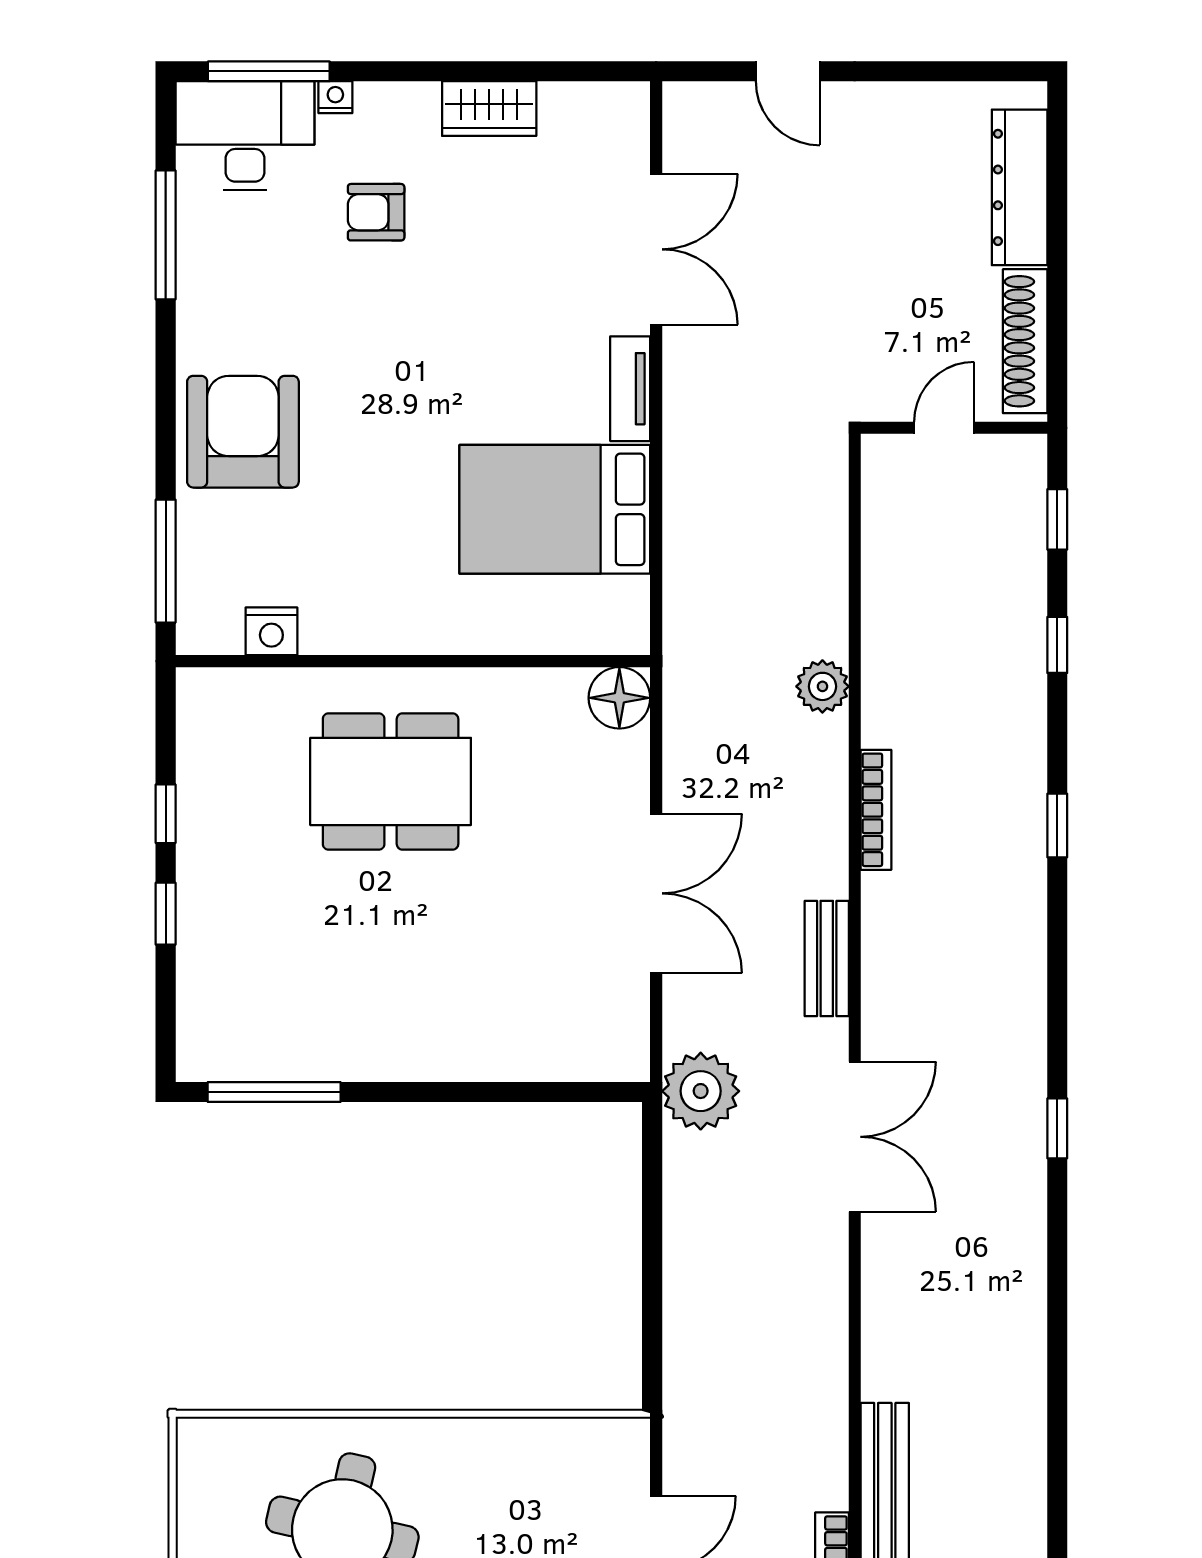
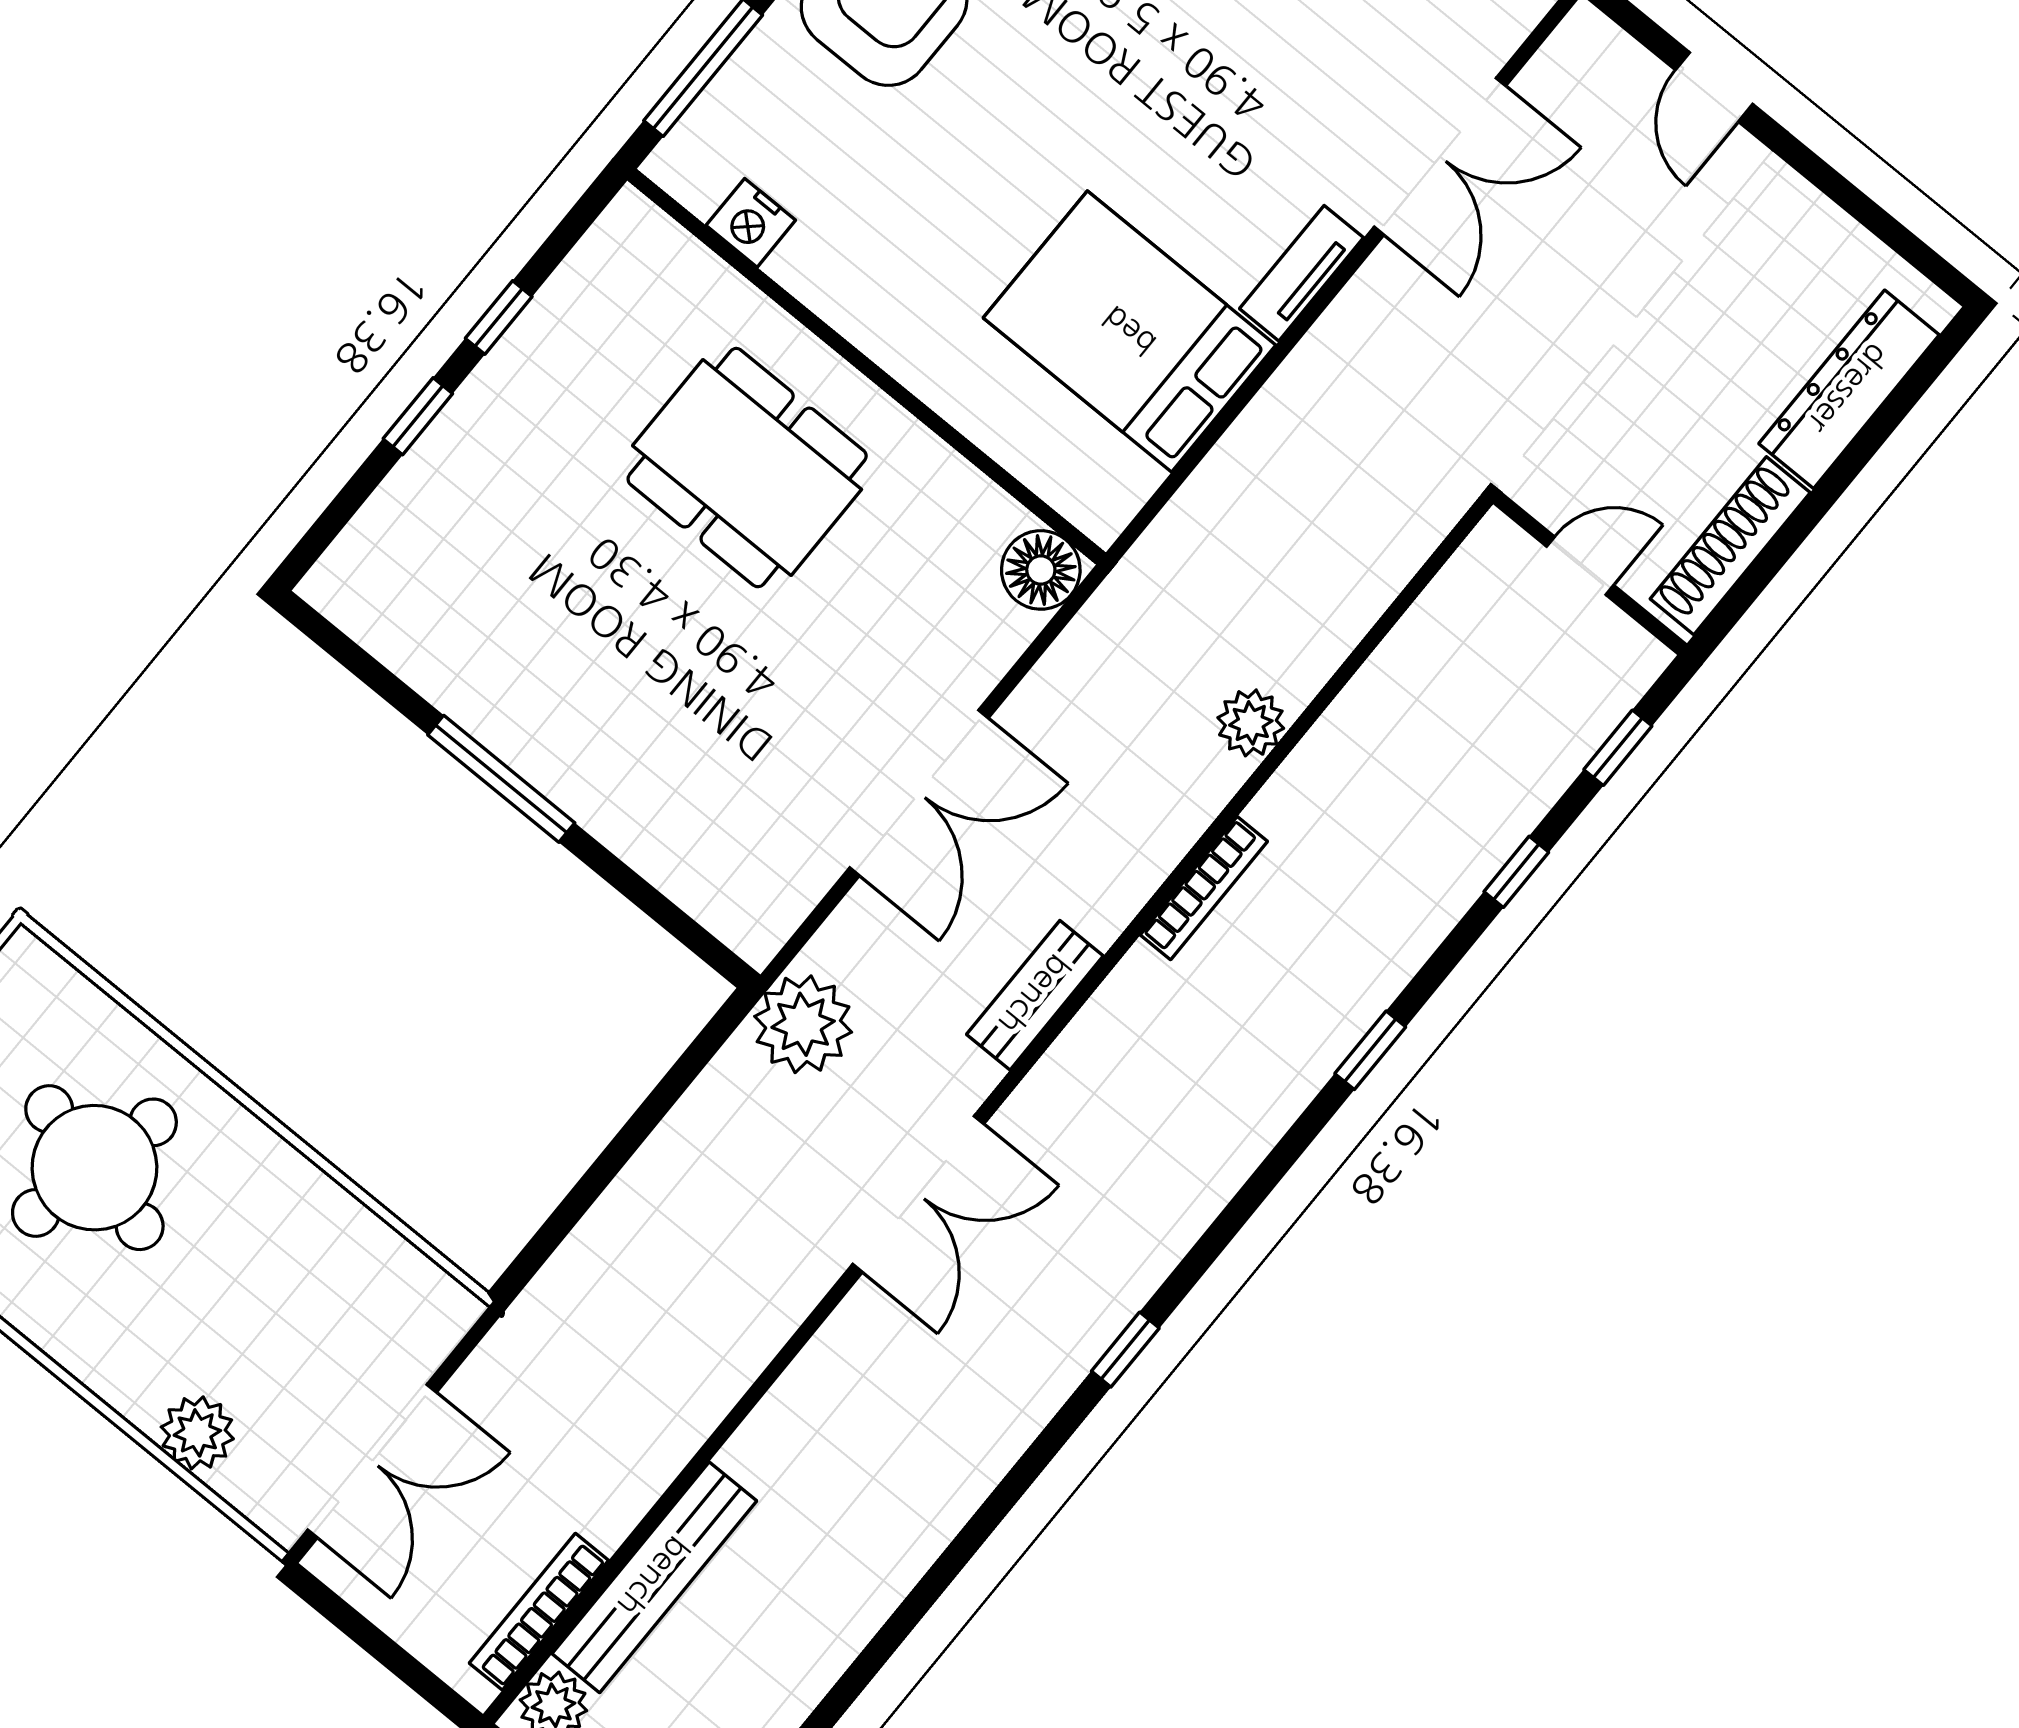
window: (274, 1092) -> (501, 779), moved

